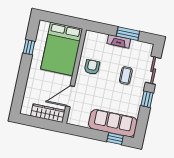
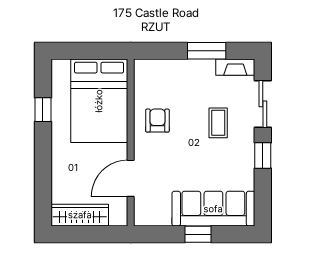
fireplace: (119, 41) -> (235, 67), moved
wardrobe: (48, 113) -> (80, 215), moved
window: (115, 139) -> (198, 234), moved

